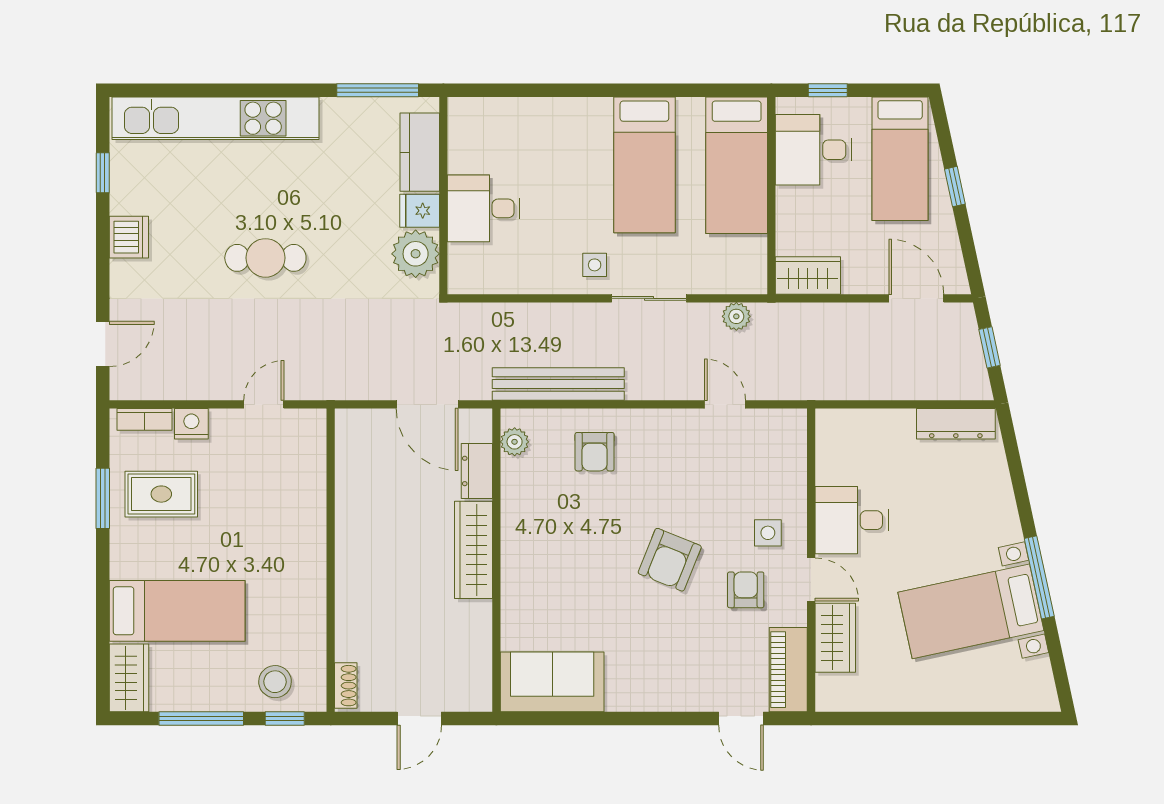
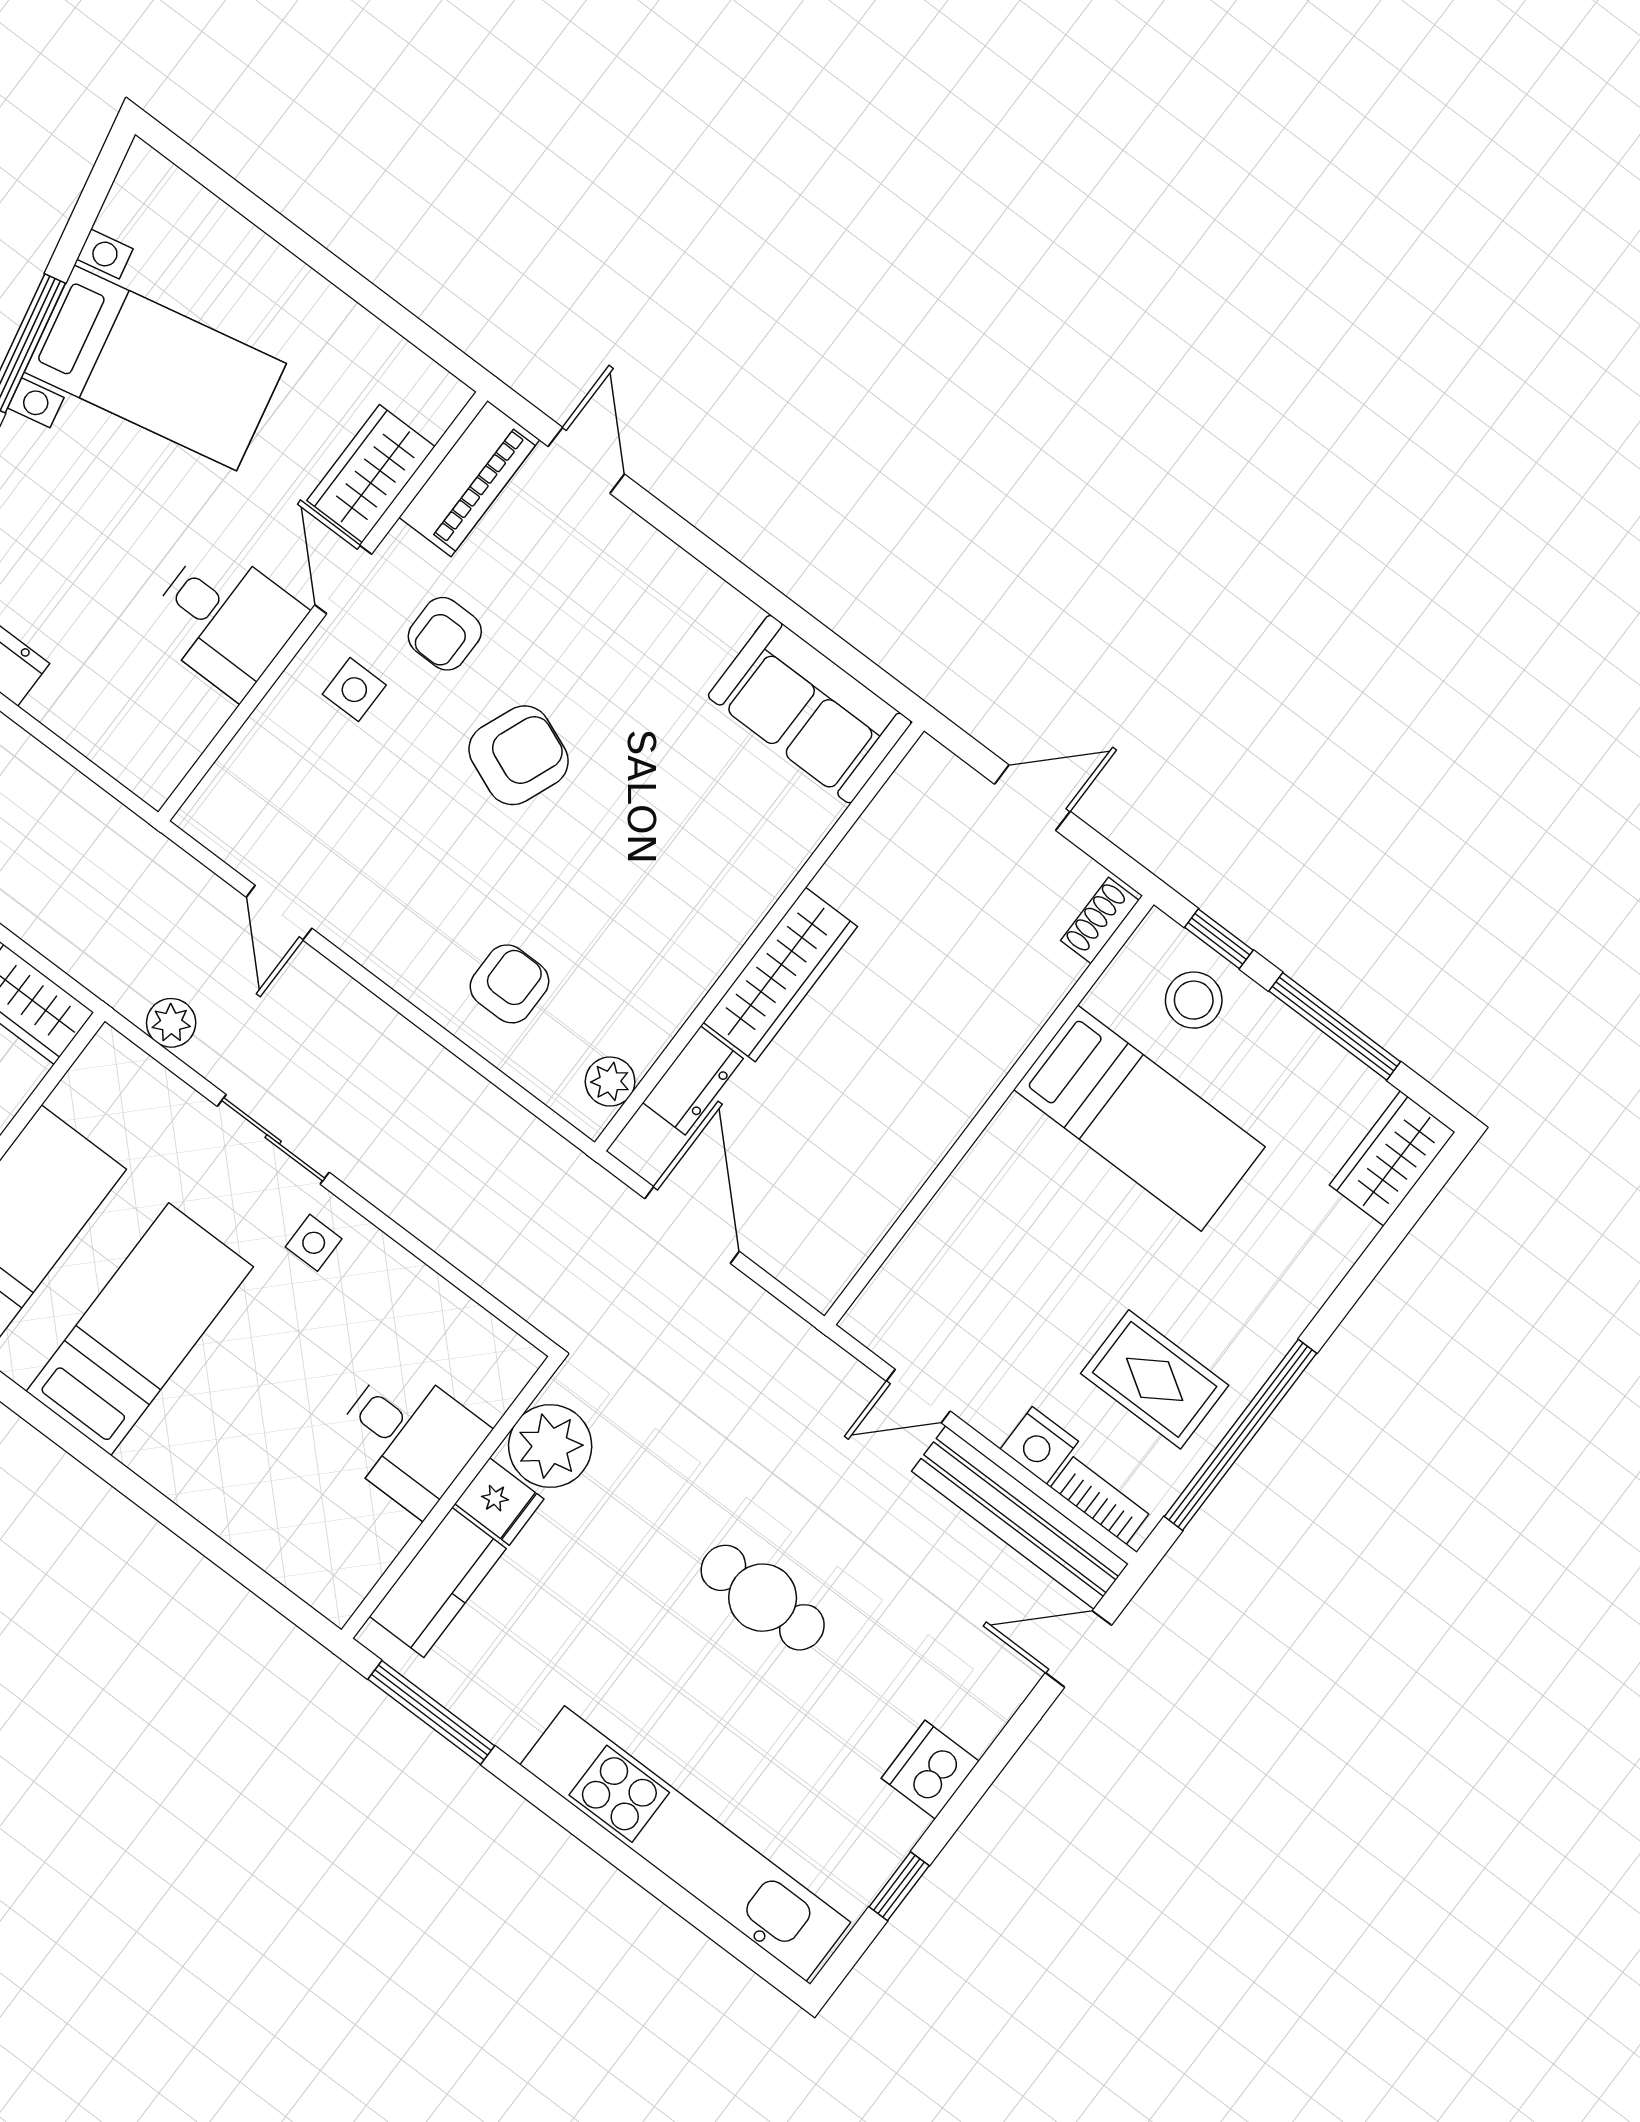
bench: (558, 384) -> (1020, 1517), moved
window: (103, 498) -> (1240, 1435), width x2.11
bed: (177, 611) -> (1139, 1118), moved, turned 180

